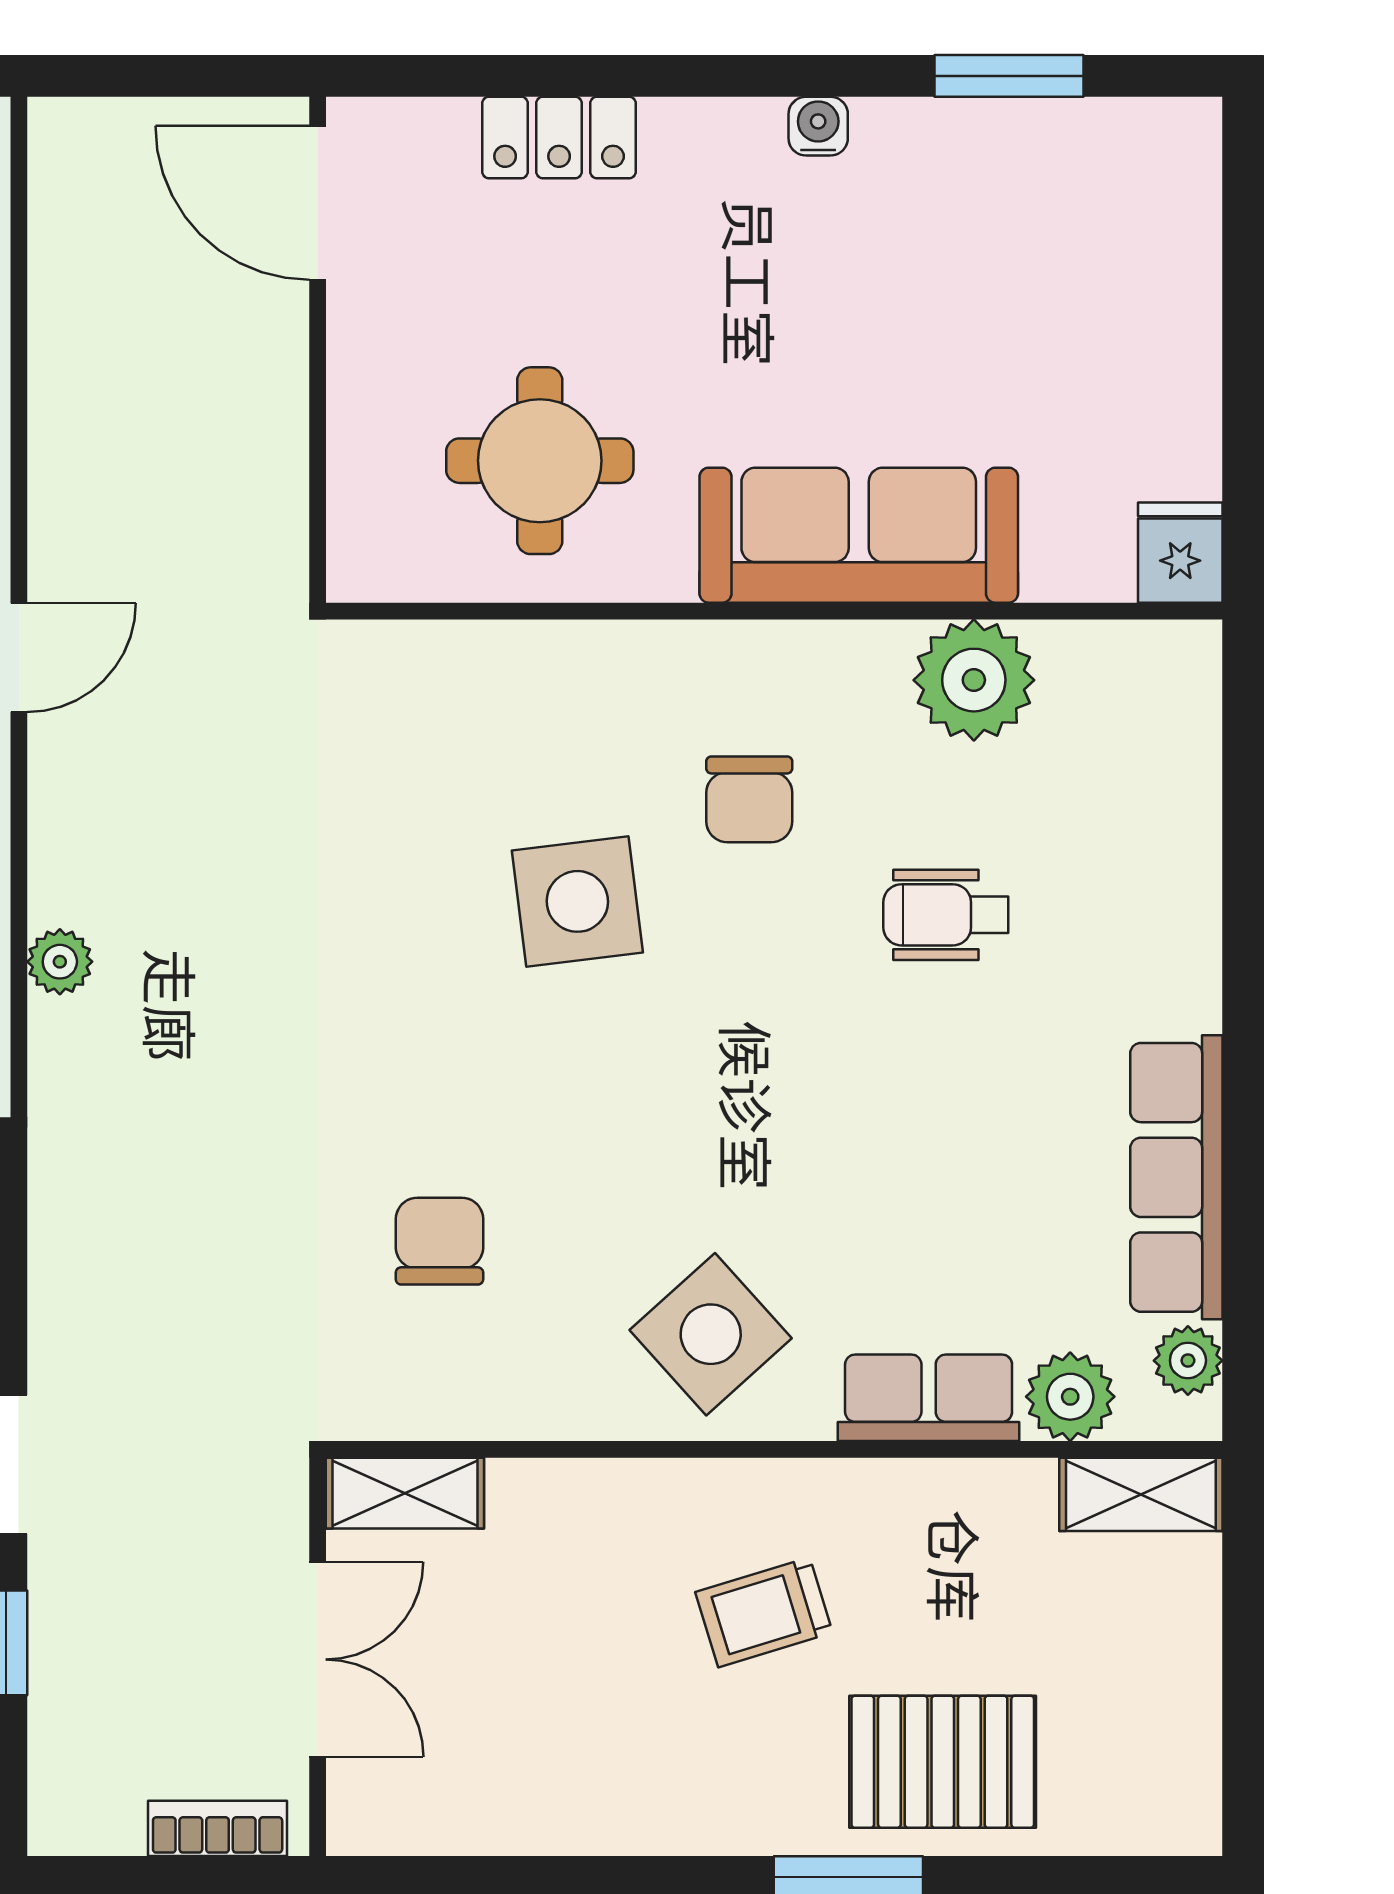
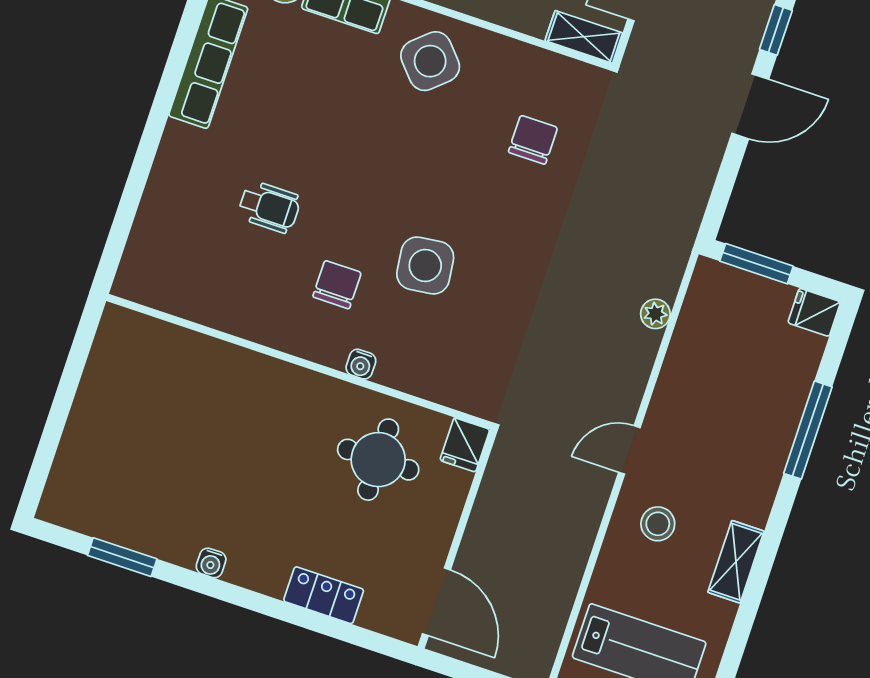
sofa: (859, 535) -> (252, 382), removed
fridge: (1180, 553) -> (465, 445), moved
water cooler: (643, 649) -> (361, 364), added
plant: (974, 680) -> (224, 304), removed
chair: (439, 1241) -> (533, 140), turned 180

